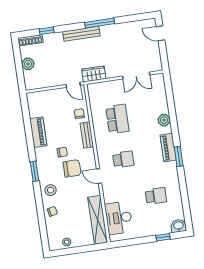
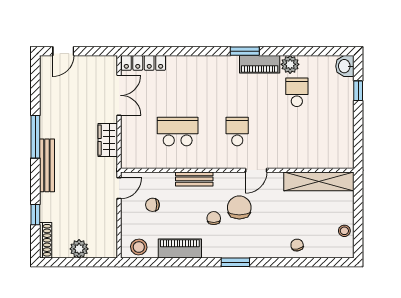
wardrobe: (94, 74) -> (108, 140), moved
locker: (160, 89) -> (143, 63), added
chair: (79, 114) -> (152, 205), moved
plant: (164, 120) -> (290, 64), moved
piano: (168, 148) -> (260, 64), moved
stool: (51, 190) -> (139, 247), moved
desk: (119, 218) -> (321, 151), removed

